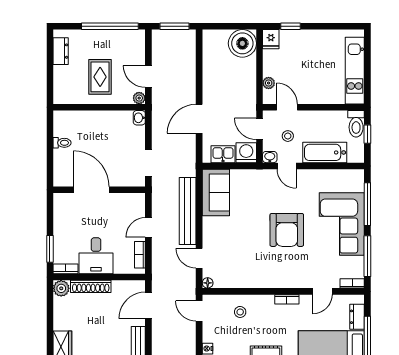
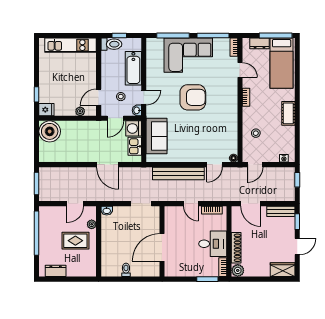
plant: (139, 98) -> (92, 224), moved
sofa: (216, 193) -> (157, 136), moved, turned 90

